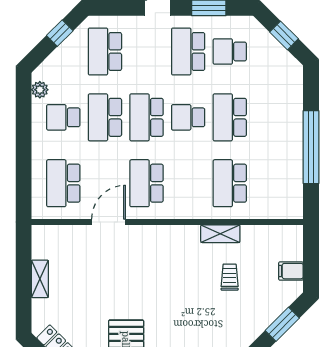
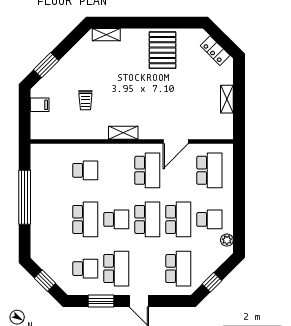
school desk: (230, 183) -> (85, 170), width x0.54
shelving: (220, 234) -> (123, 133), moved

